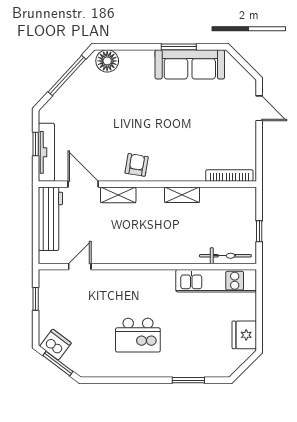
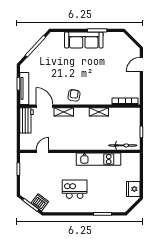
floor lamp: (107, 61) -> (58, 38), removed
sofa: (190, 64) -> (84, 40), moved
door: (259, 108) -> (141, 64), swing flipped
workbench: (50, 219) -> (26, 120), width x0.73
kitchen unit: (216, 281) -> (99, 159), moved
kitchen island: (138, 335) -> (75, 189), turned 180
dishwasher: (56, 345) -> (40, 202), moved

